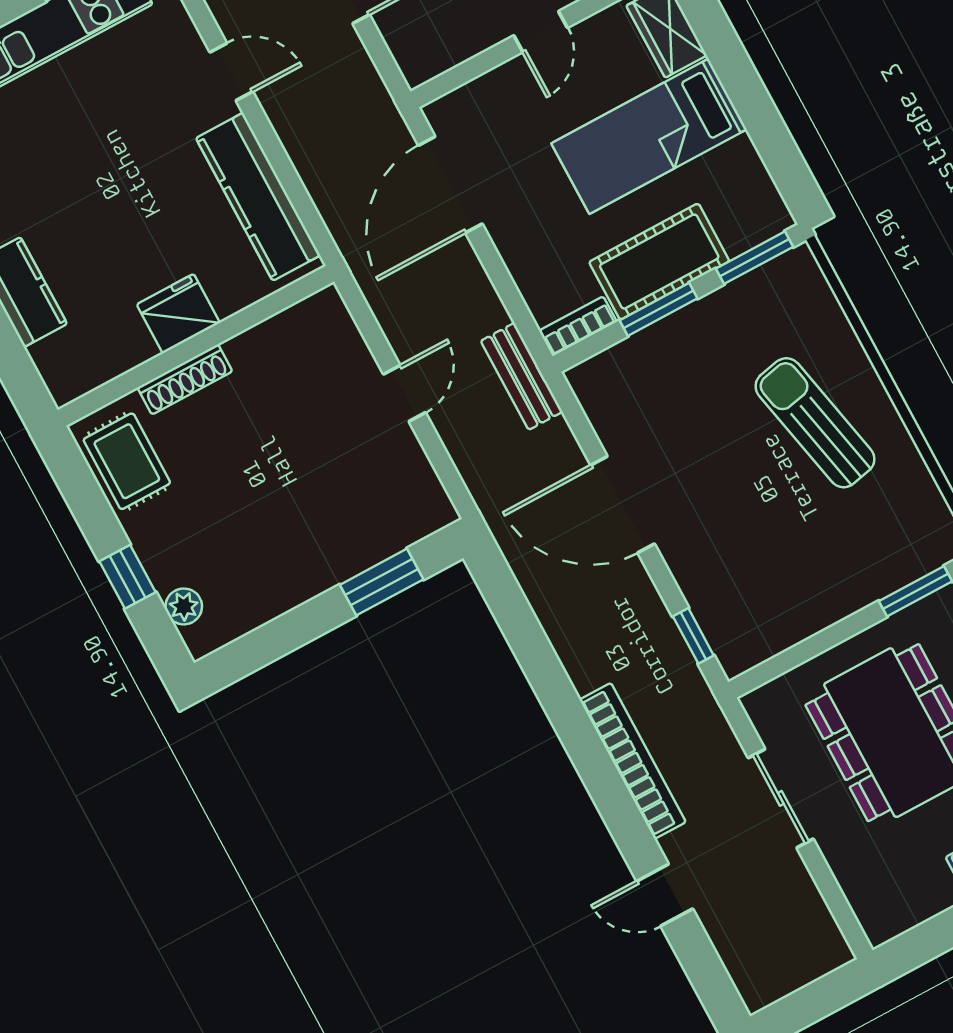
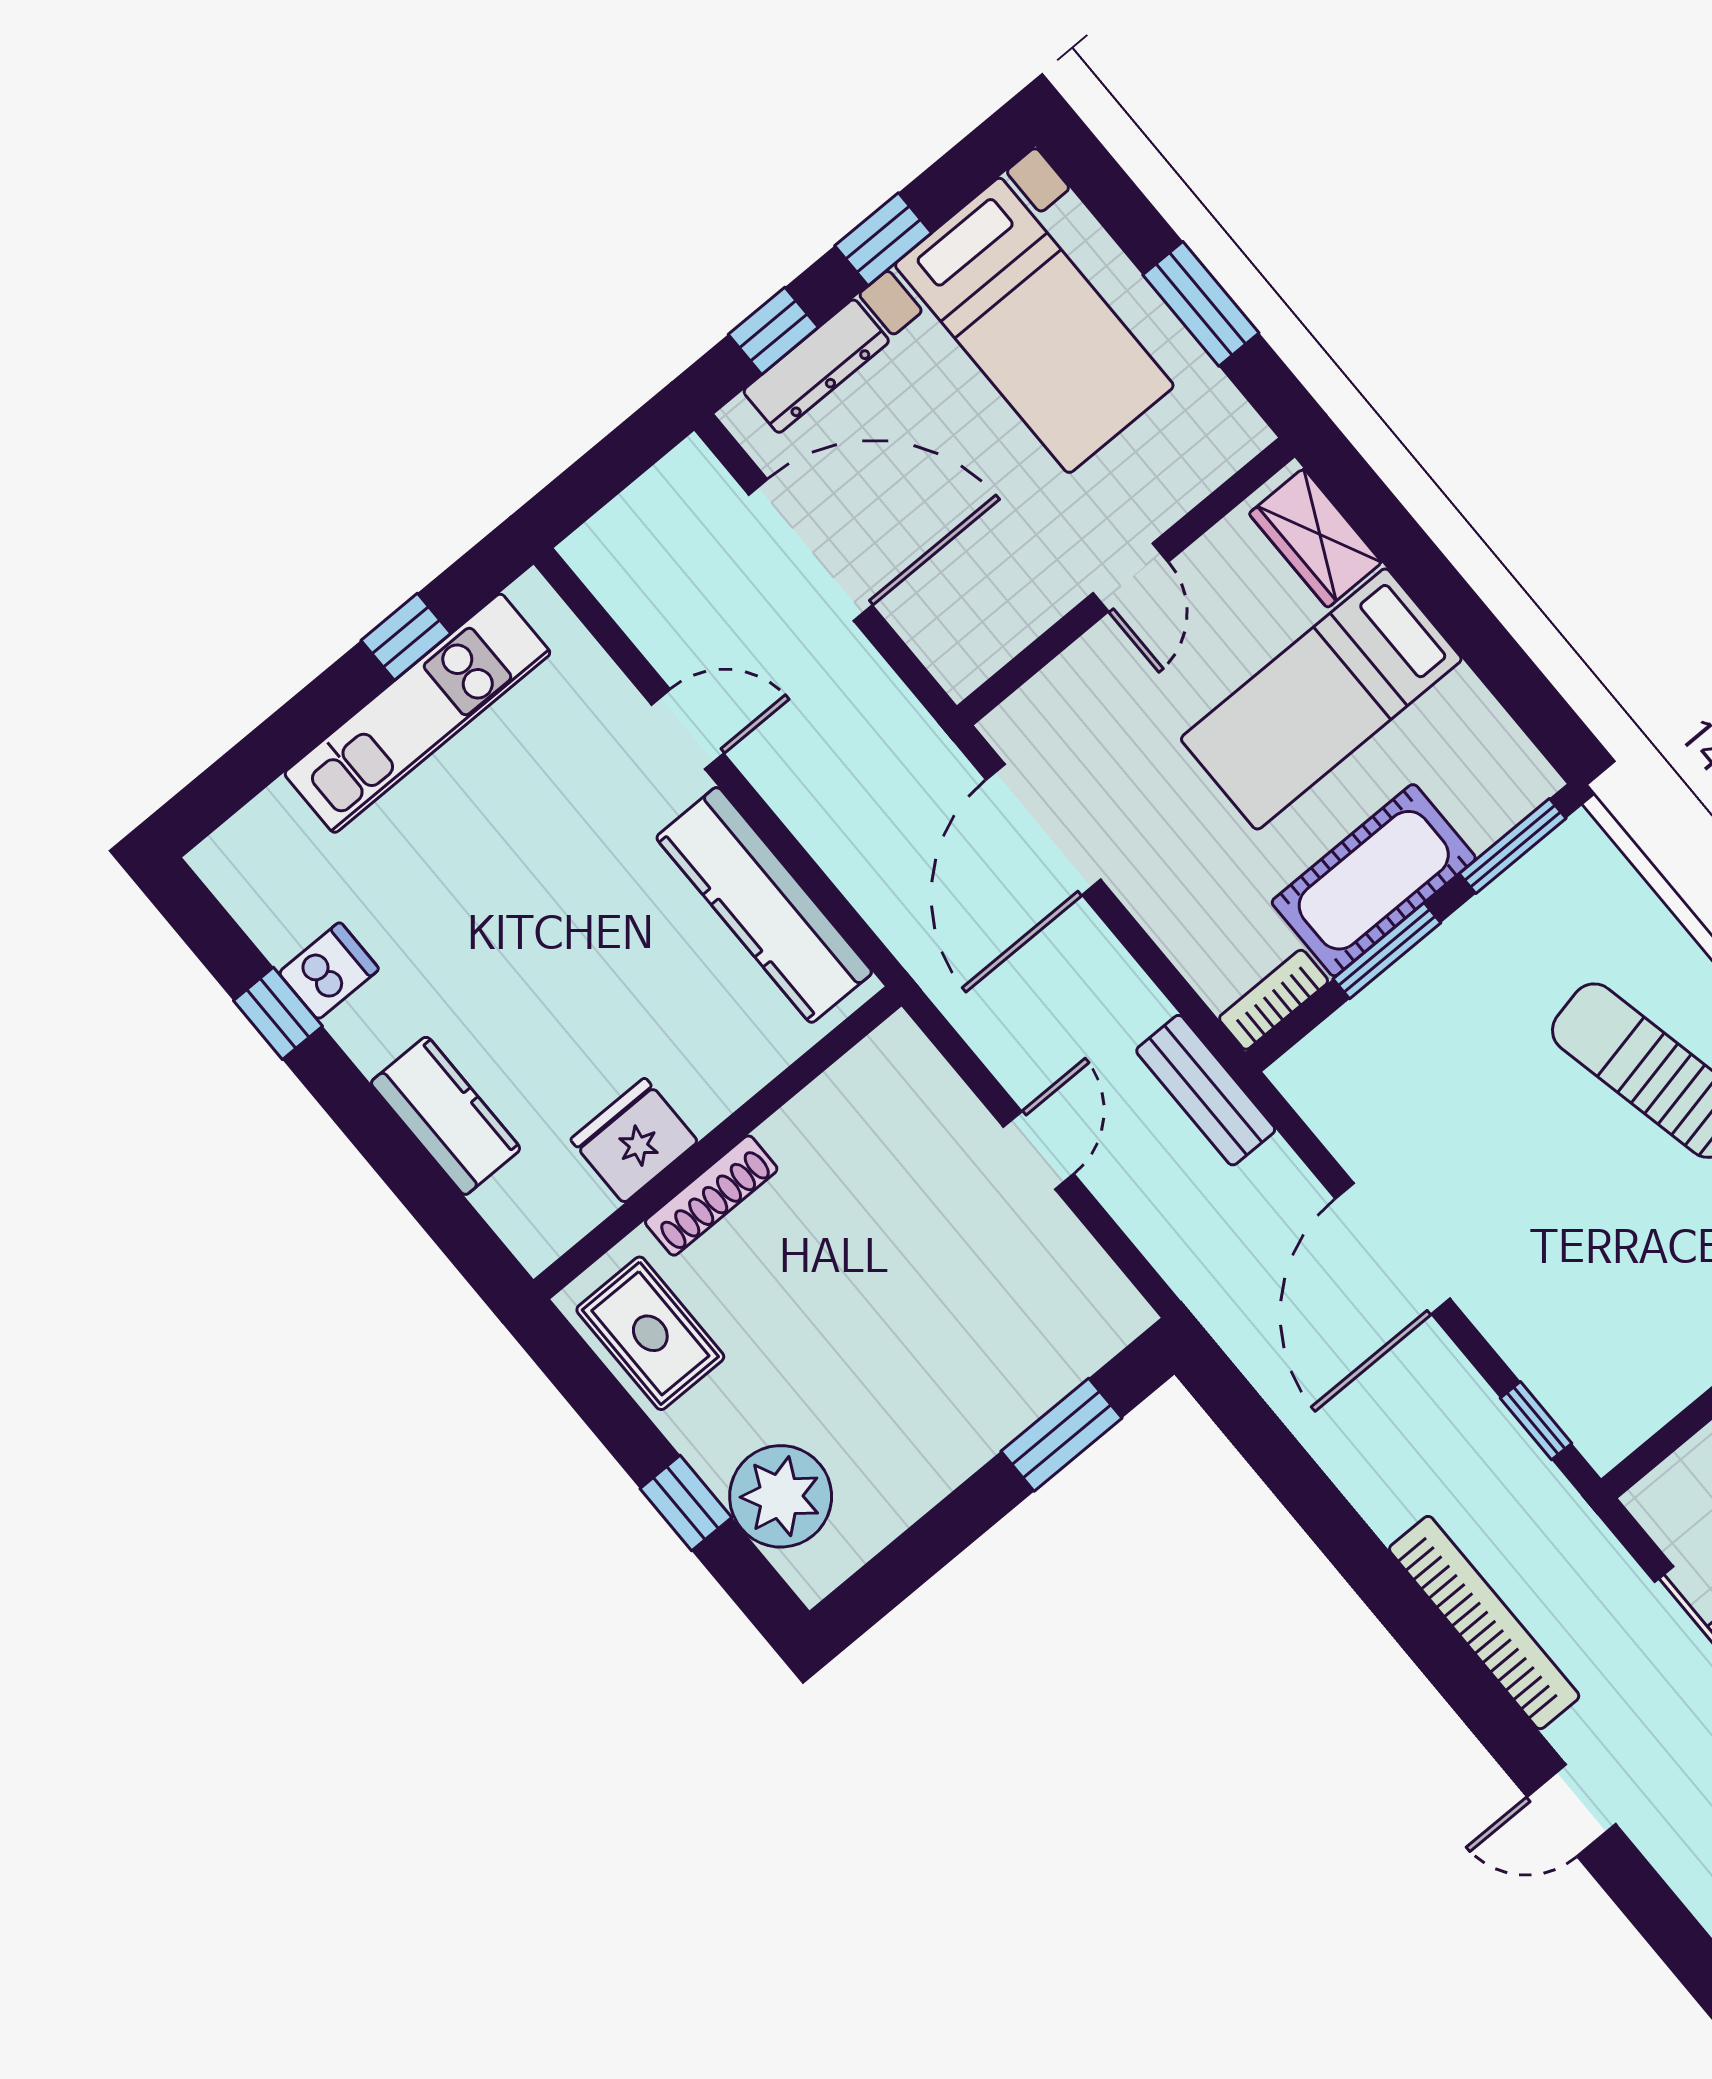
fridge: (178, 314) -> (634, 1140), moved
door: (623, 505) -> (1393, 1249), hinge flipped
plant: (184, 606) -> (781, 1496), width x1.87, depth x1.87

